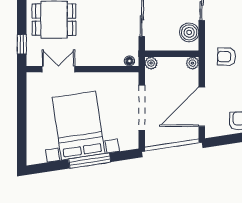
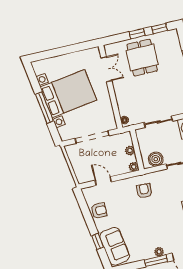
window: (22, 44) -> (137, 34), moved
plant: (151, 63) -> (130, 151), moved
door: (202, 107) -> (103, 181), width x0.53

